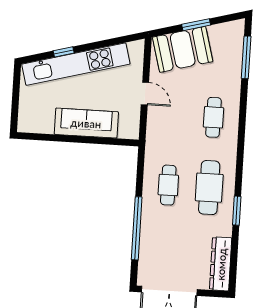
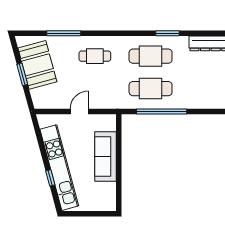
booth: (183, 49) -> (37, 65), moved
window: (246, 57) -> (64, 33), moved
cafe table: (168, 185) -> (151, 89), width x1.37, depth x1.35
window: (137, 228) -> (162, 112), moved

